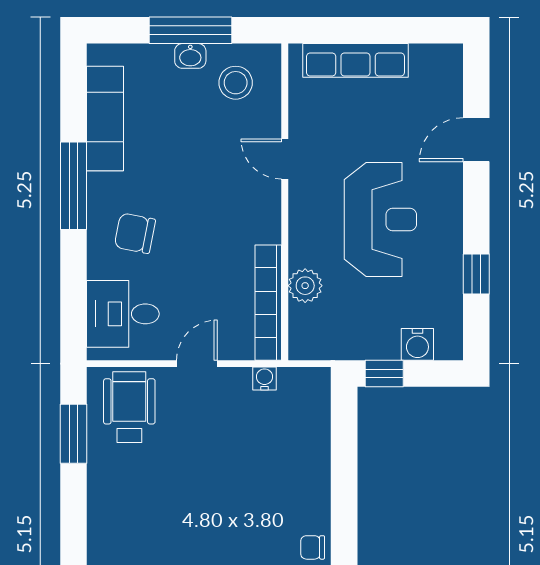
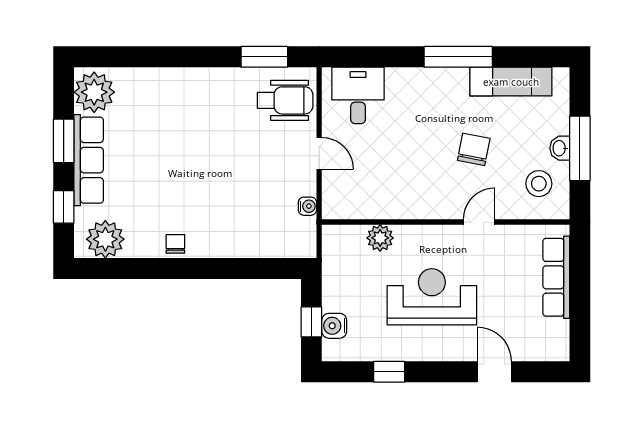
reception desk: (380, 219) -> (432, 297), turned 180
chair: (135, 233) -> (474, 149), moved
bookcase: (268, 303) -> (367, 209), removed
window: (384, 374) -> (311, 322), moved

